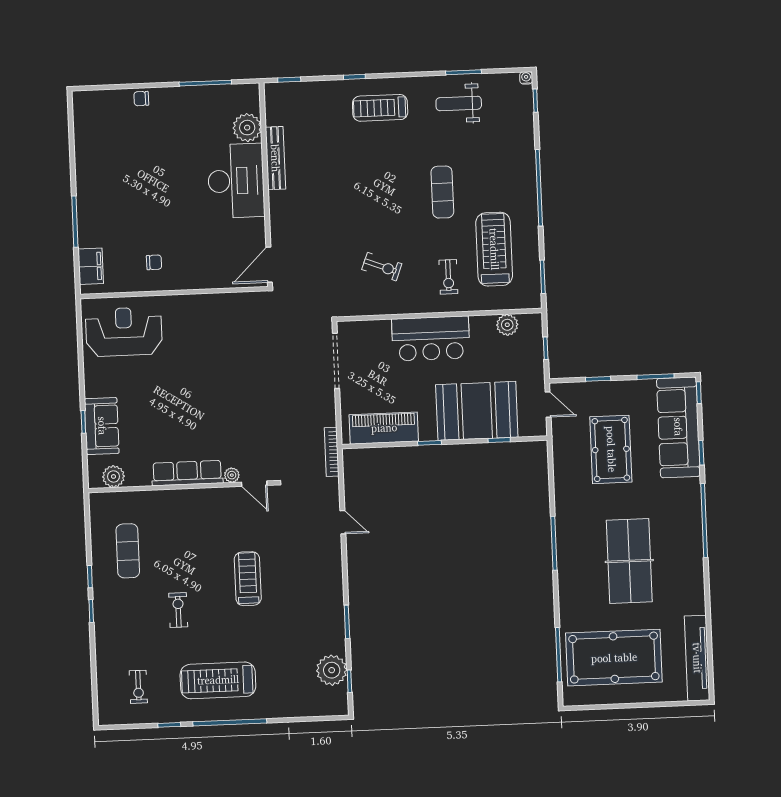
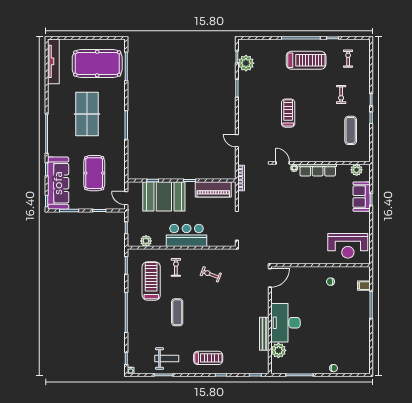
treadmill: (494, 249) -> (151, 281), turned 180
filing cabinet: (91, 266) -> (364, 286), width x0.50
treadmill: (248, 579) -> (288, 113), turned 180
exercise bike: (178, 610) -> (341, 94), moved

